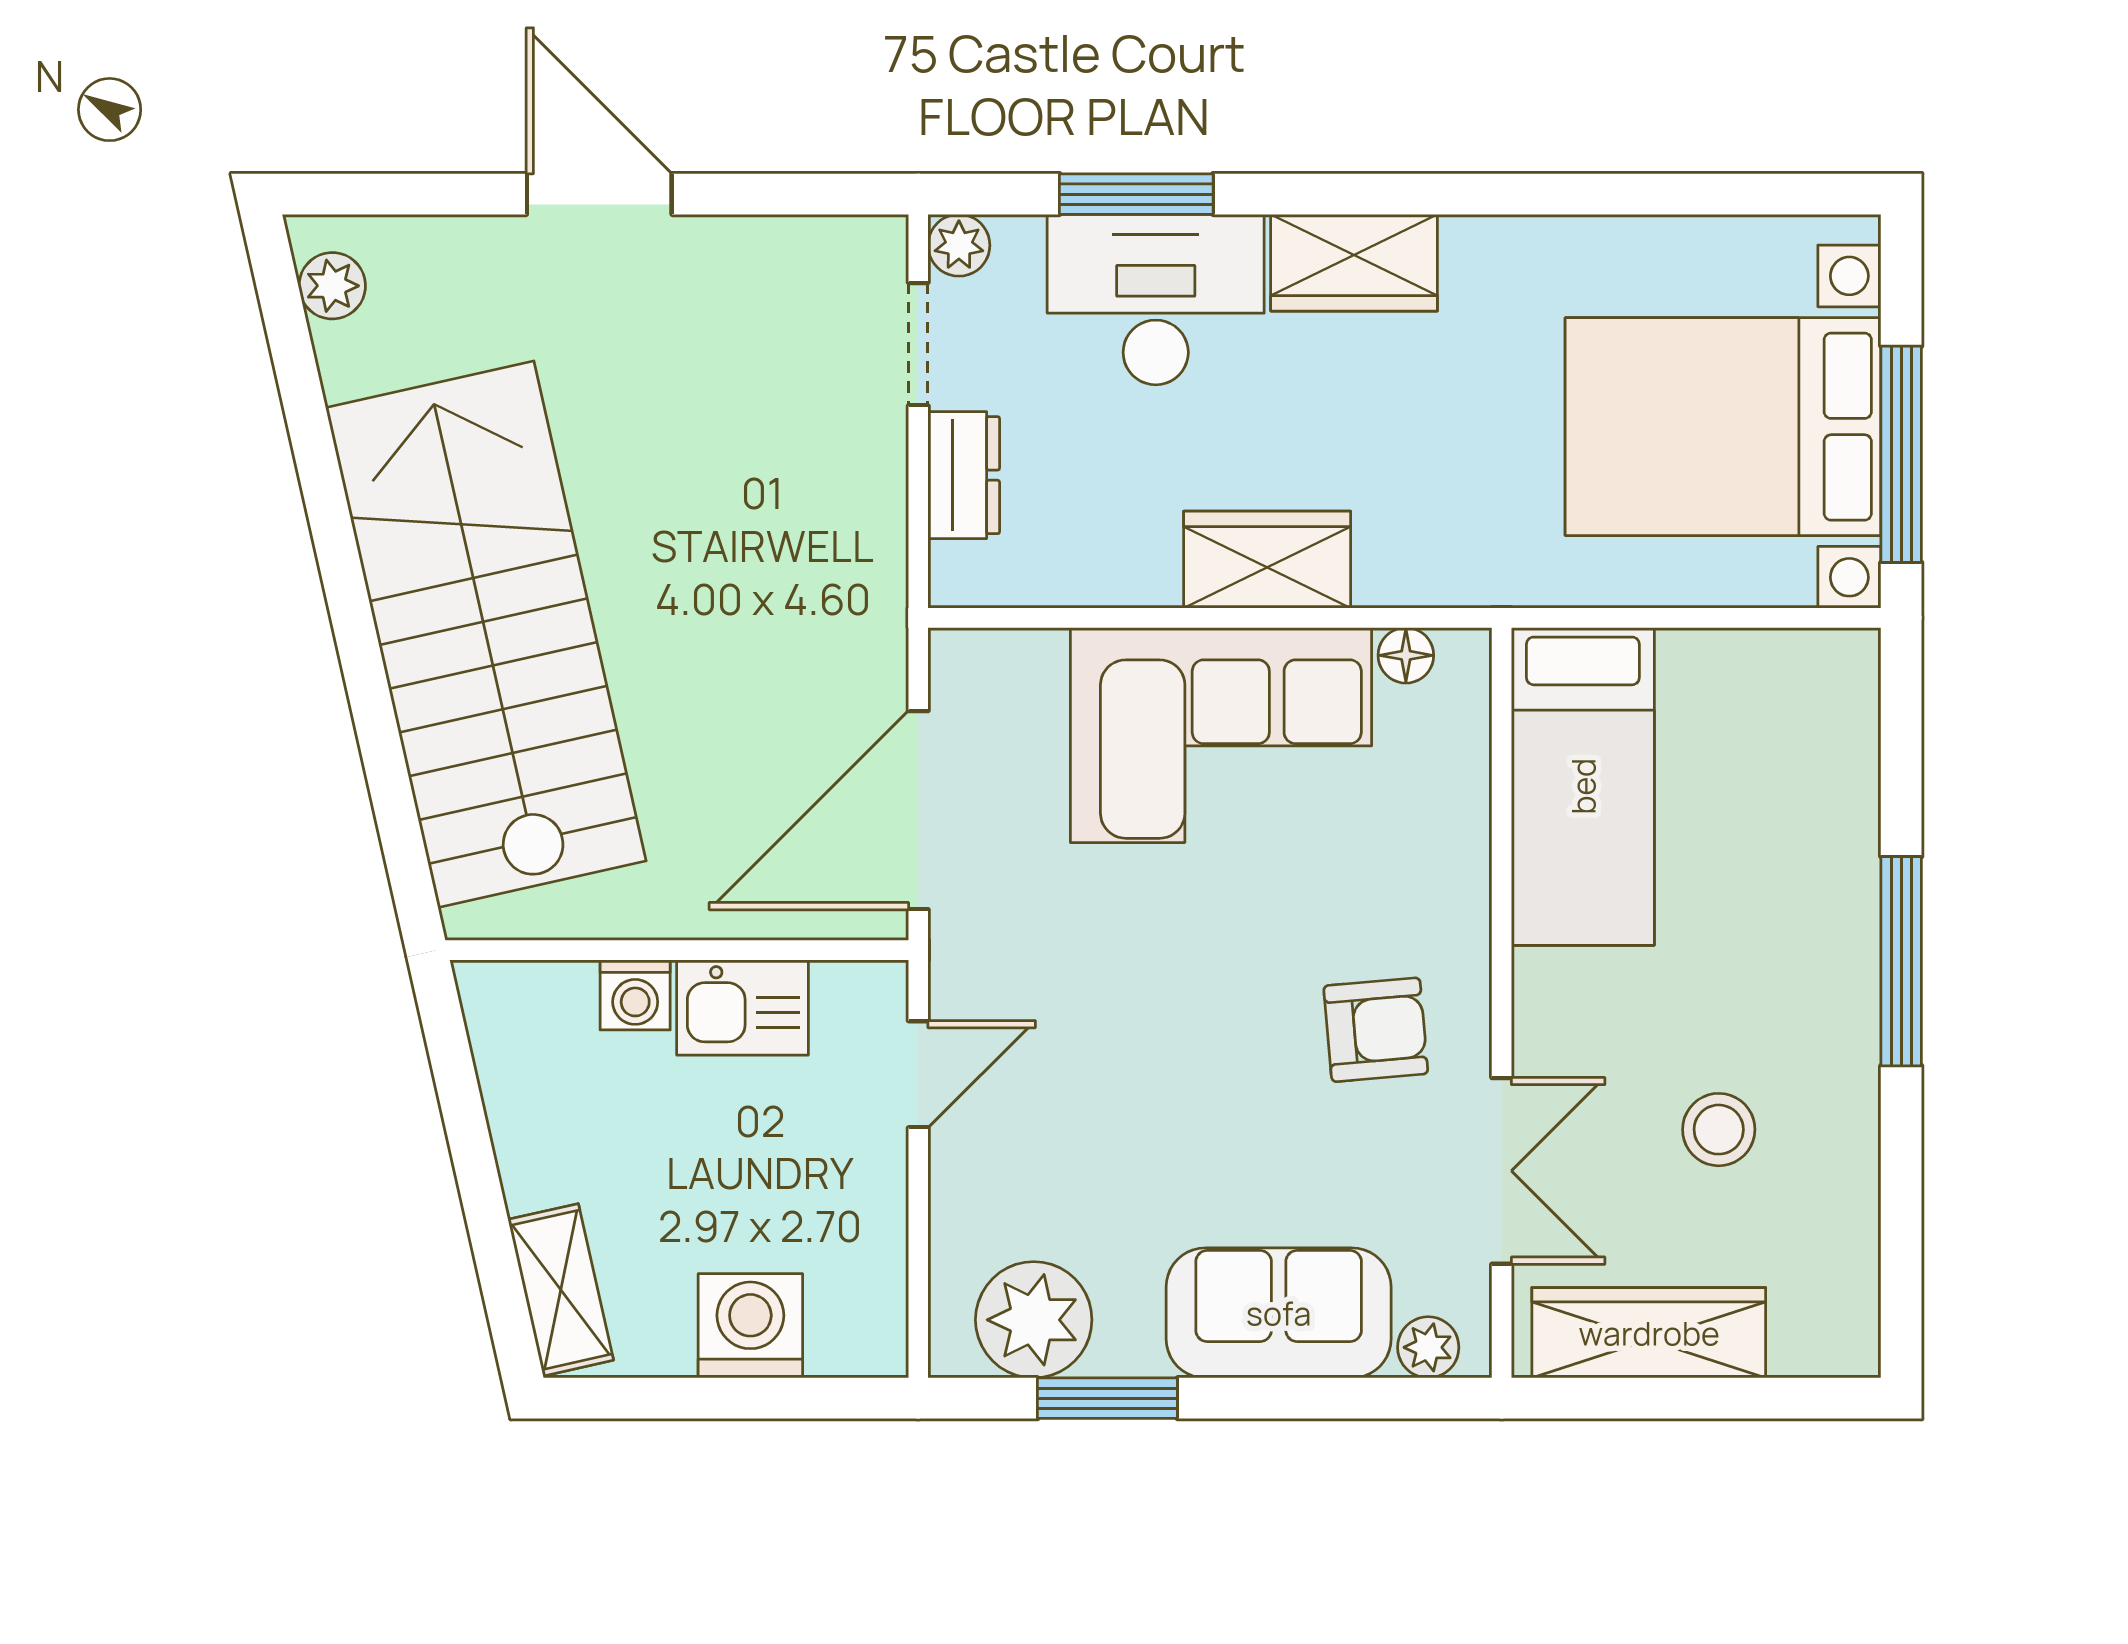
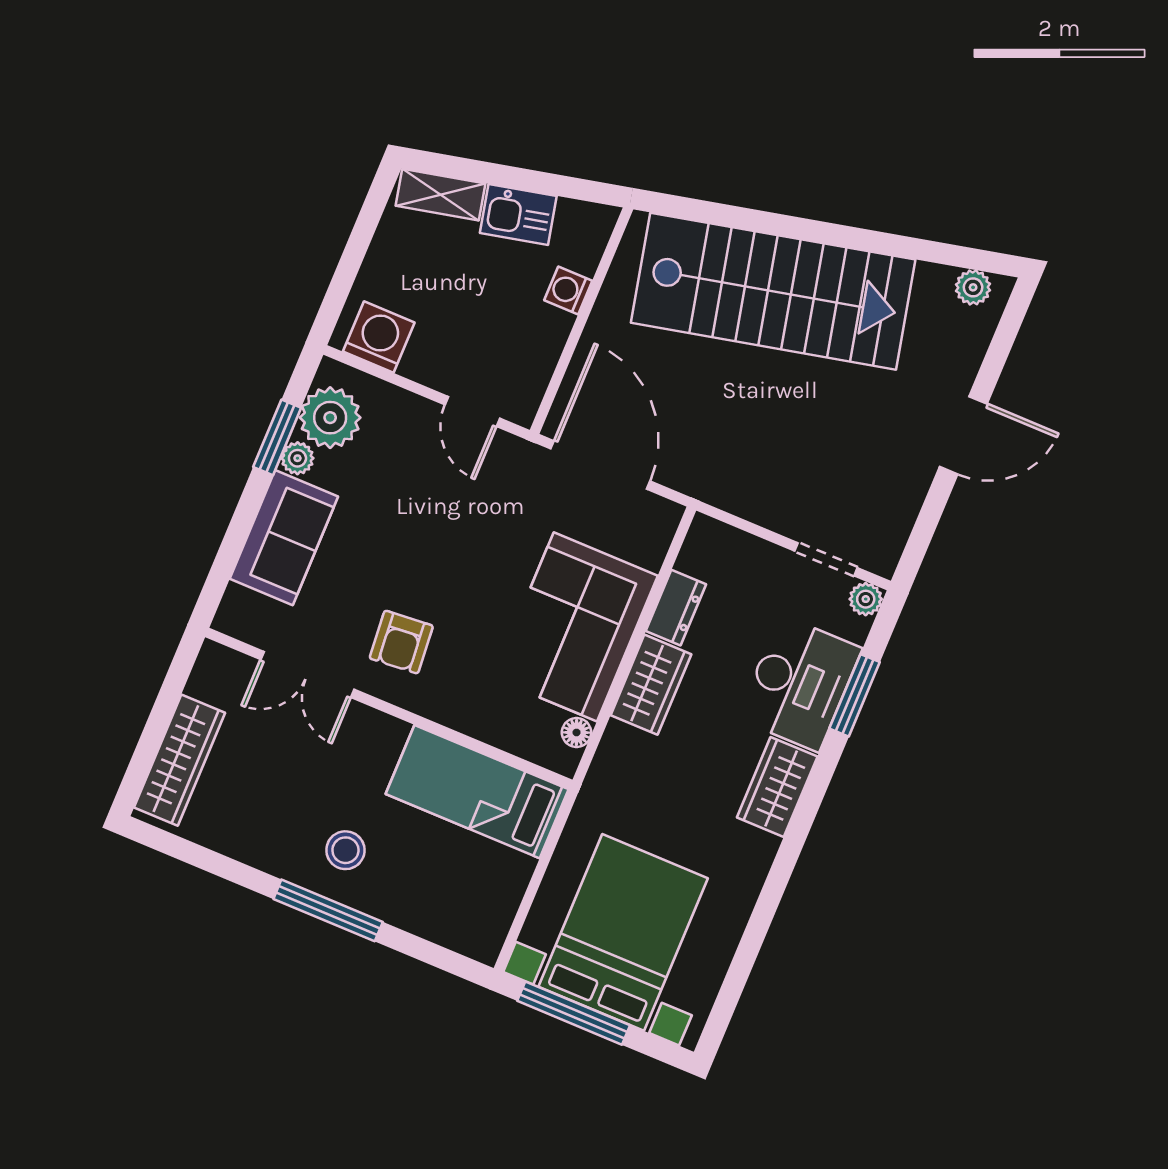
dresser: (964, 475) -> (676, 608), moved, turned -90
kitchen sink: (743, 1008) -> (518, 215), moved, turned -103
stool: (1719, 1130) -> (345, 850), moved
washing machine: (750, 1326) -> (379, 337), moved, turned -90
wardrobe: (1649, 1333) -> (179, 760), moved
plant: (1428, 1347) -> (297, 458), moved

